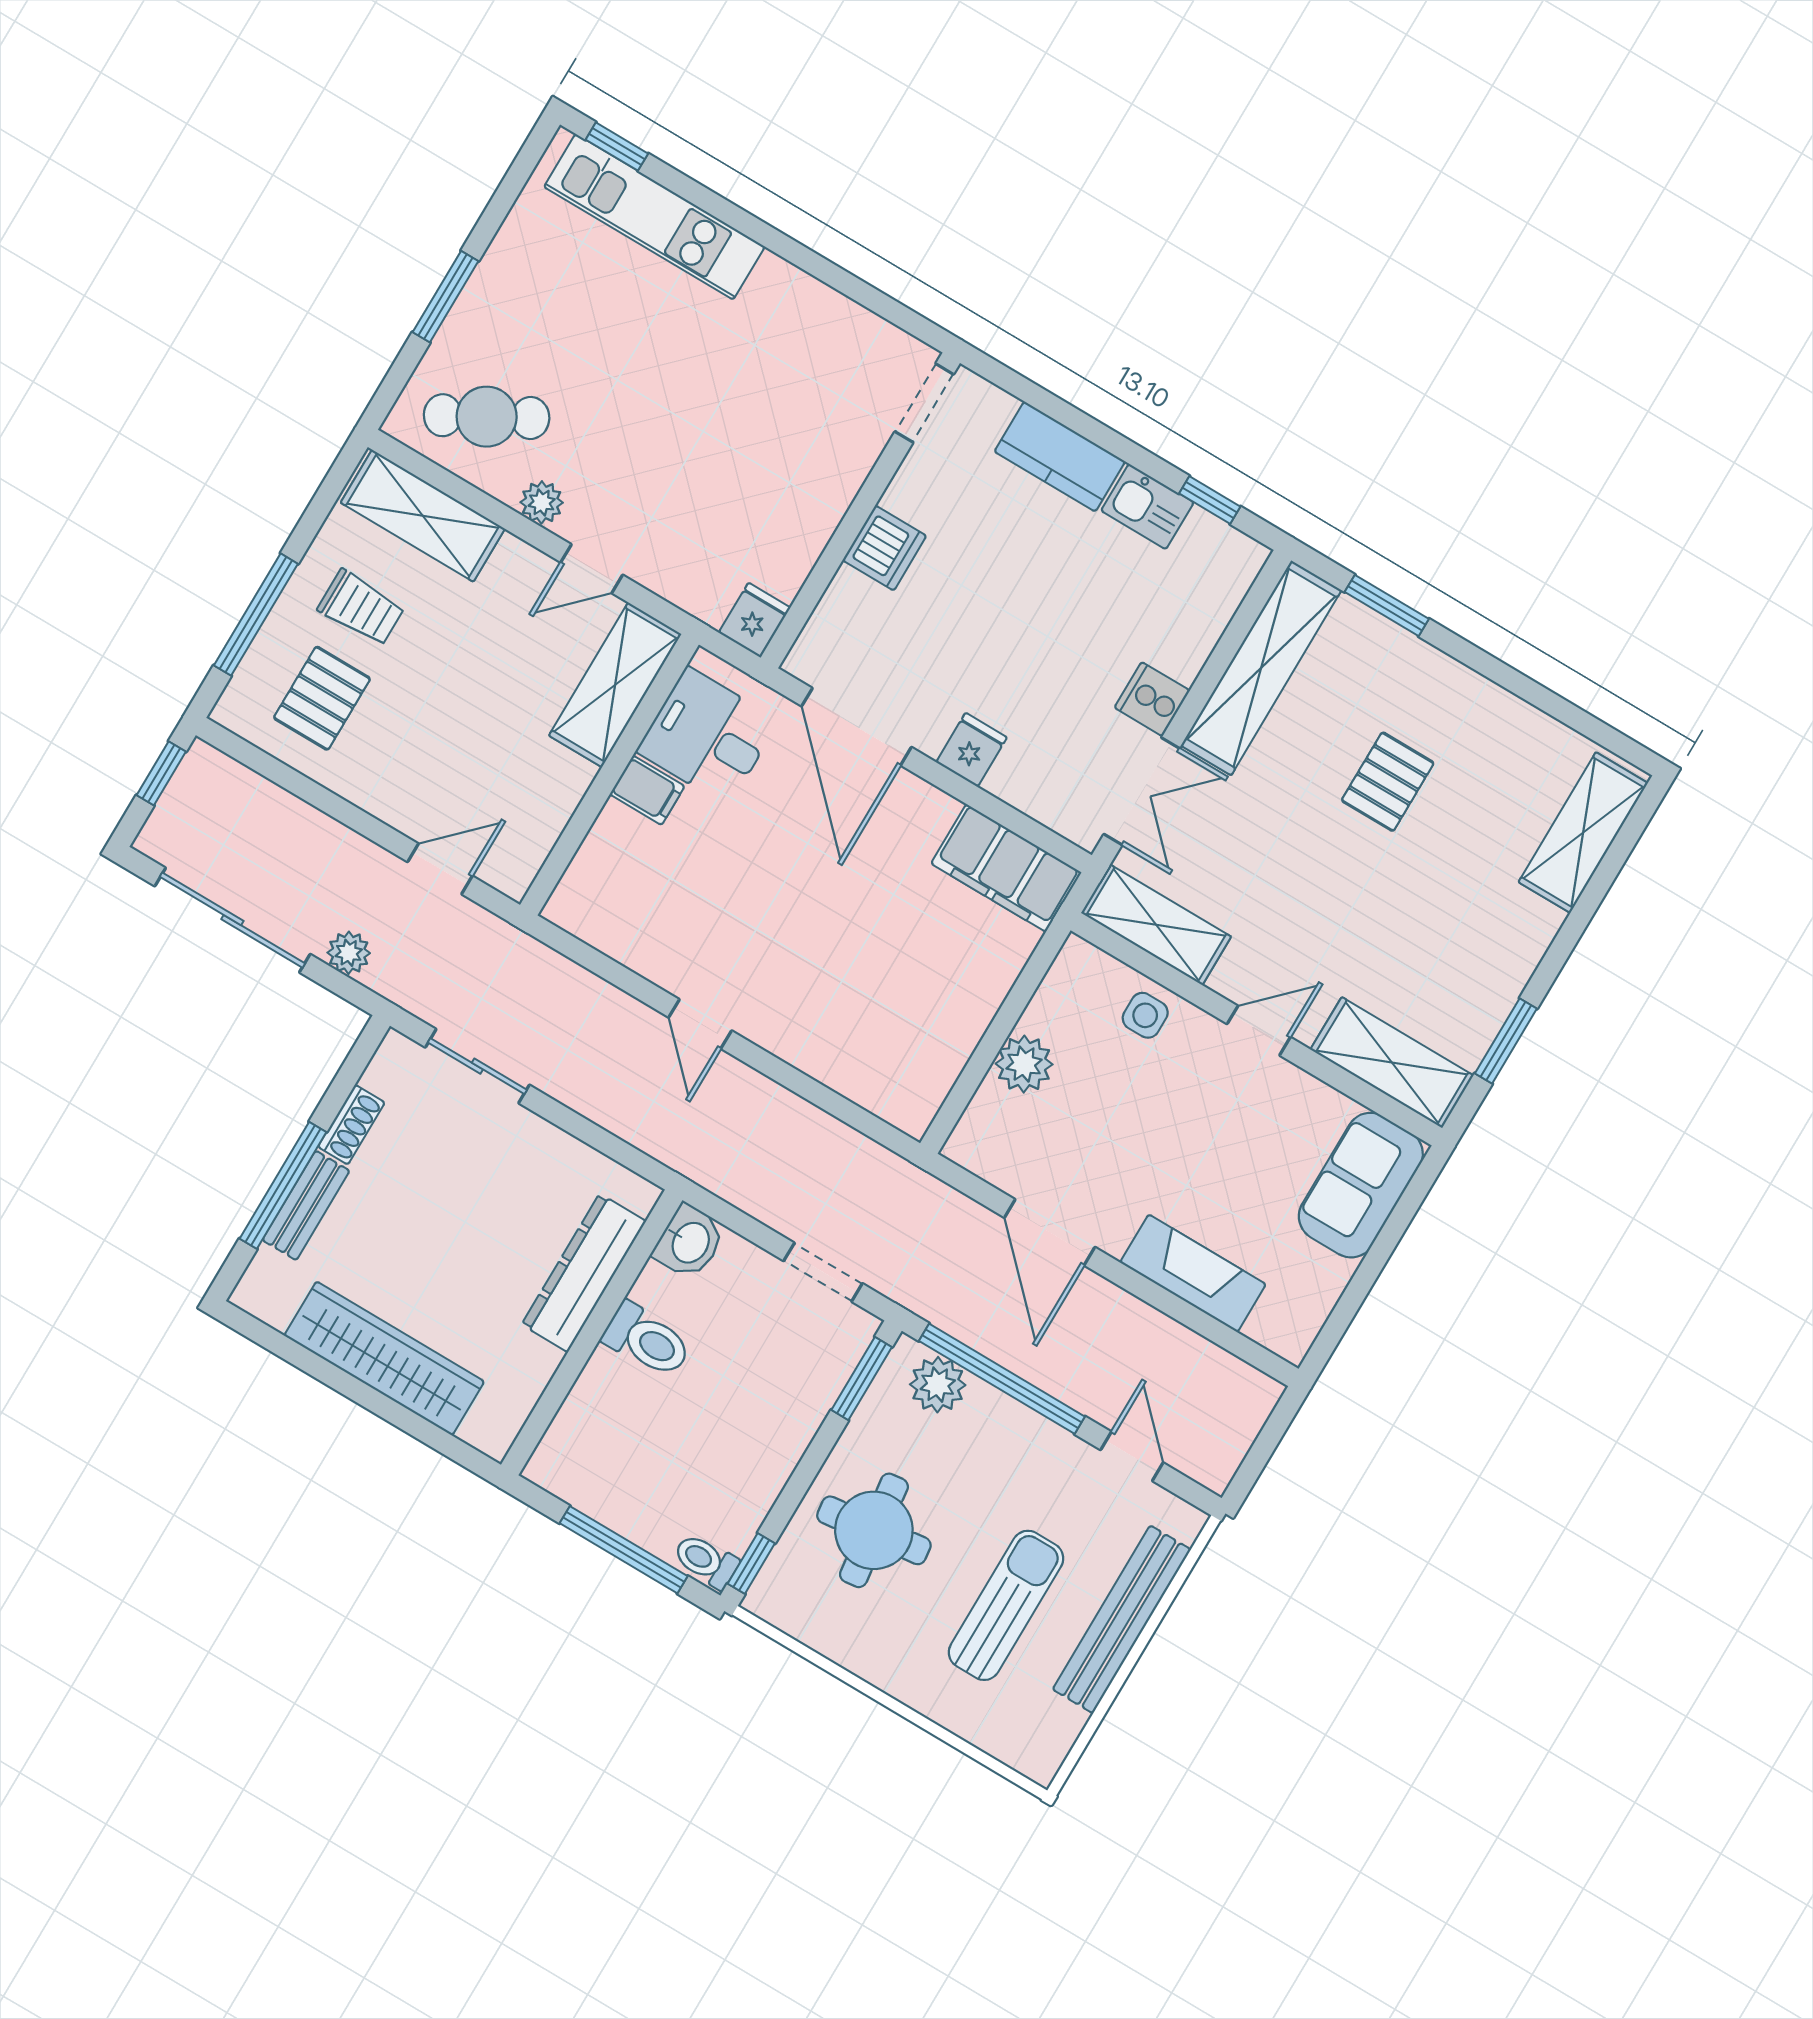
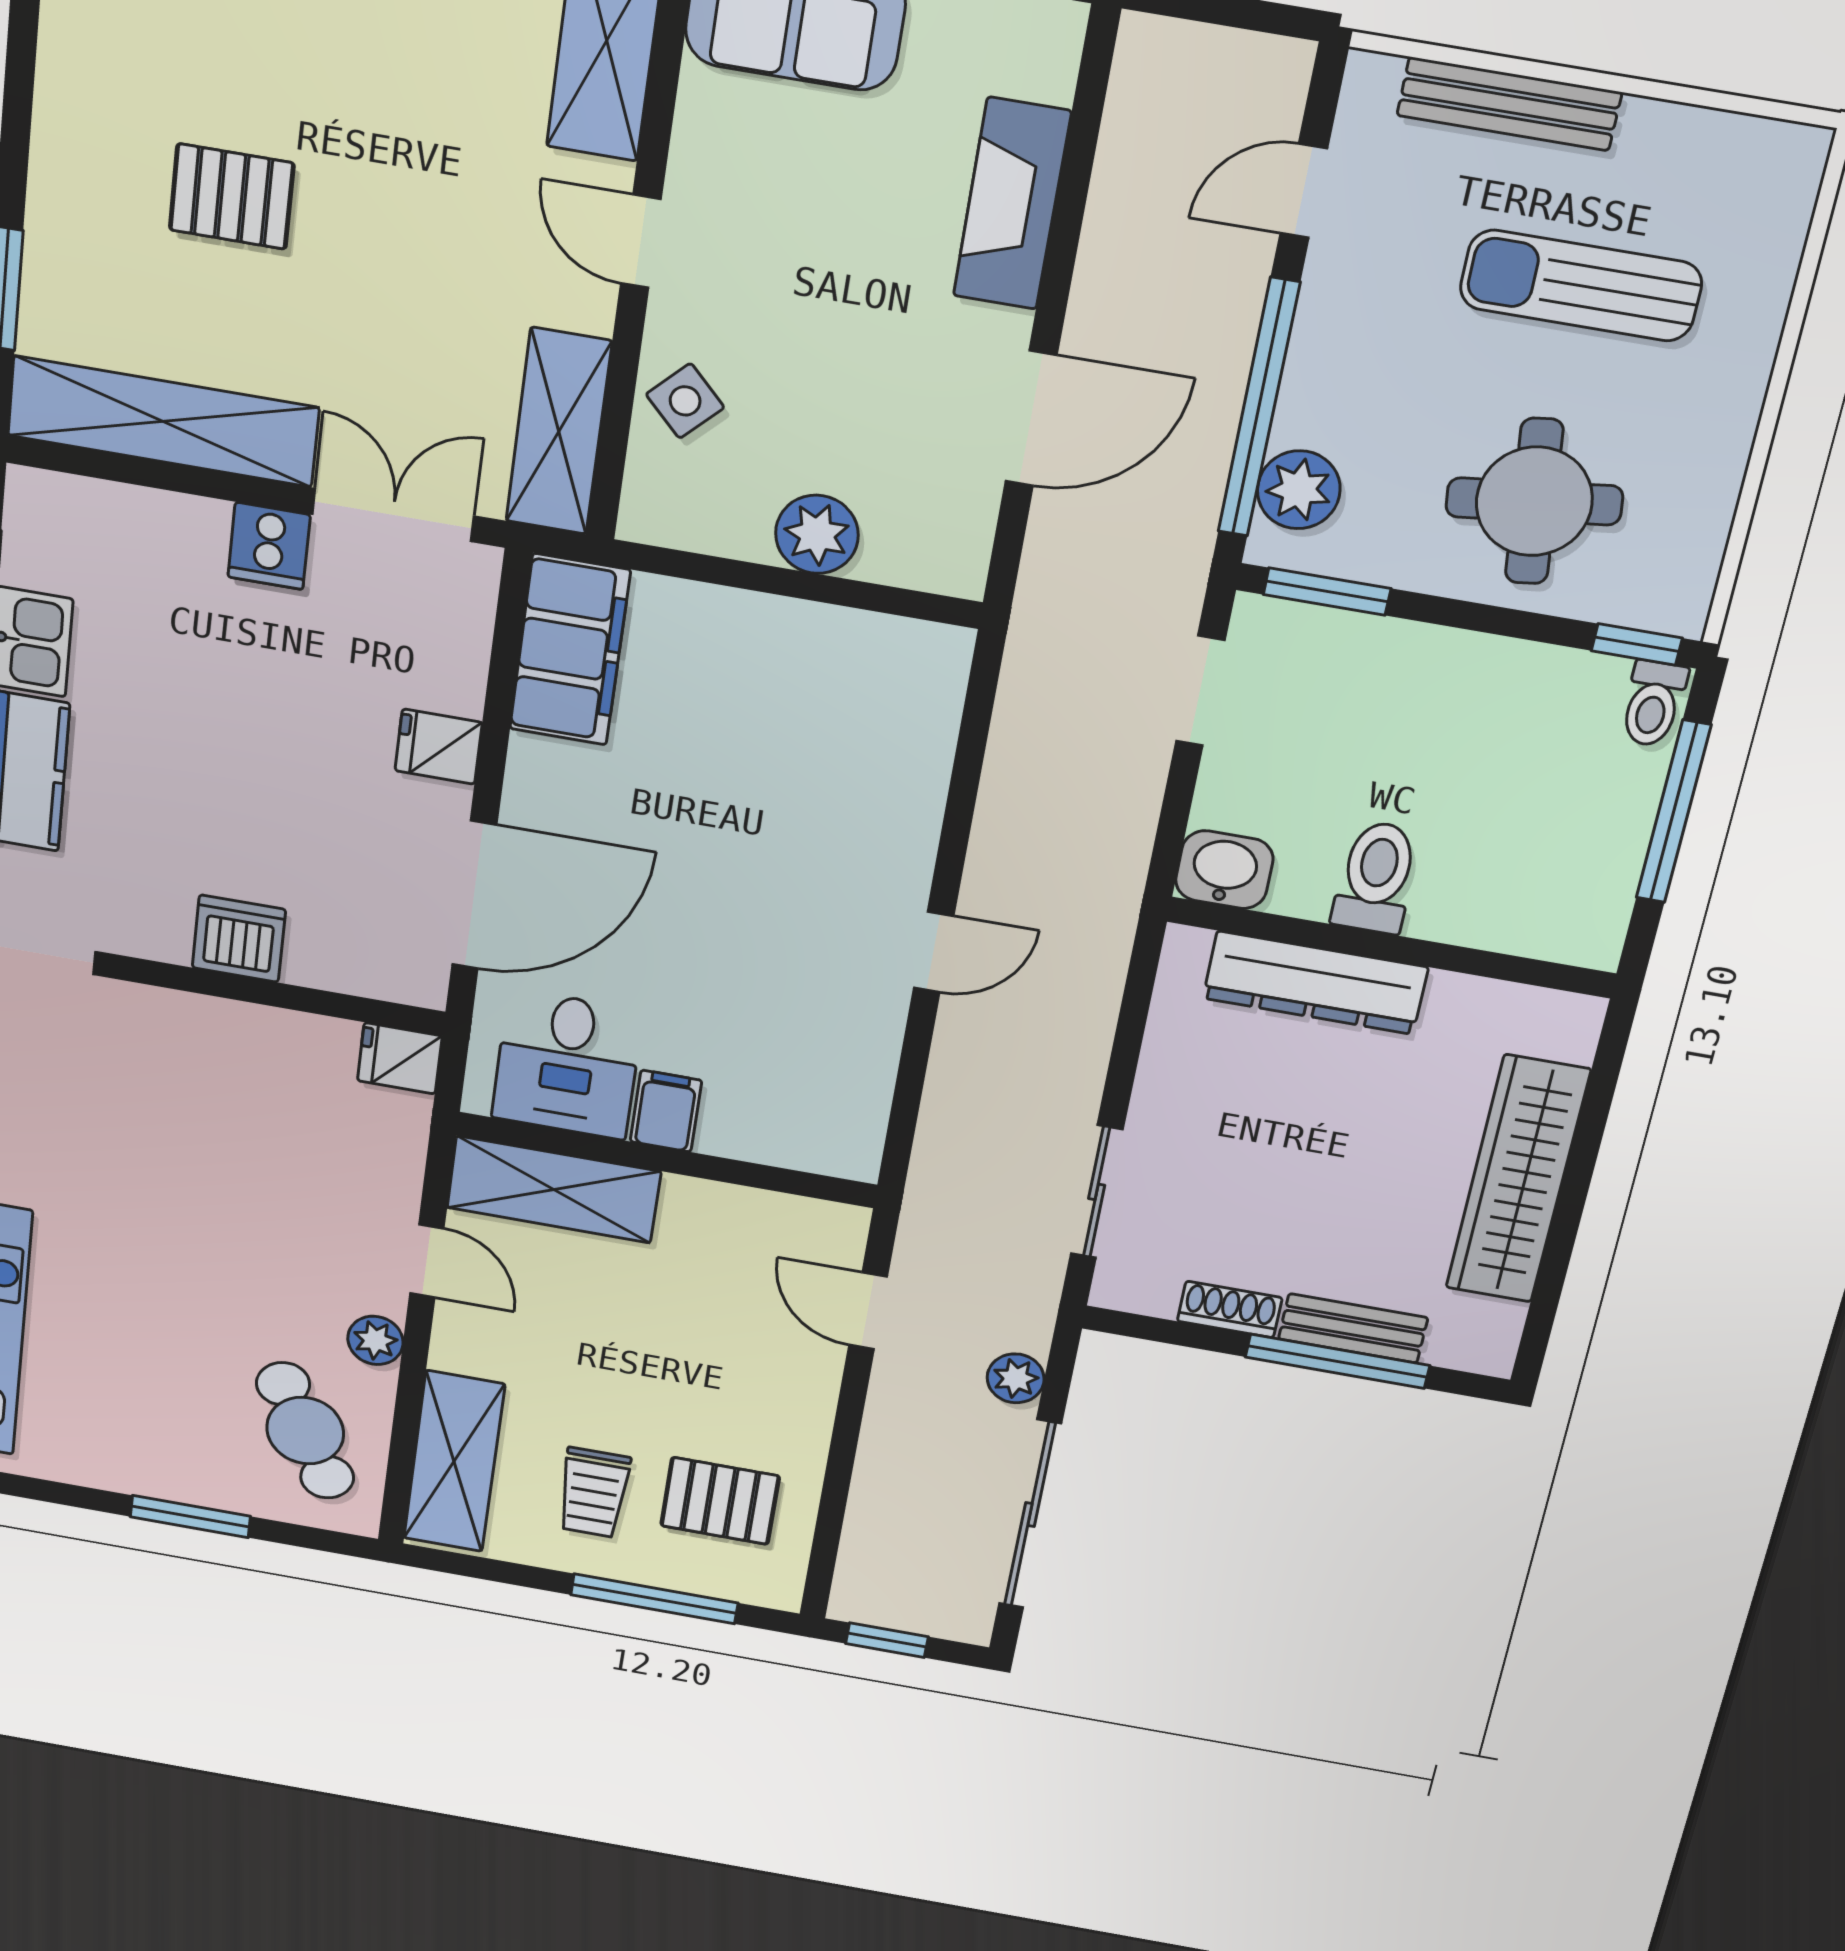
trolley: (361, 608) -> (594, 1493), turned 180
side table: (1145, 1015) -> (685, 401), turned 45
bench: (1122, 1619) -> (1509, 104), width x0.73, depth x0.82

